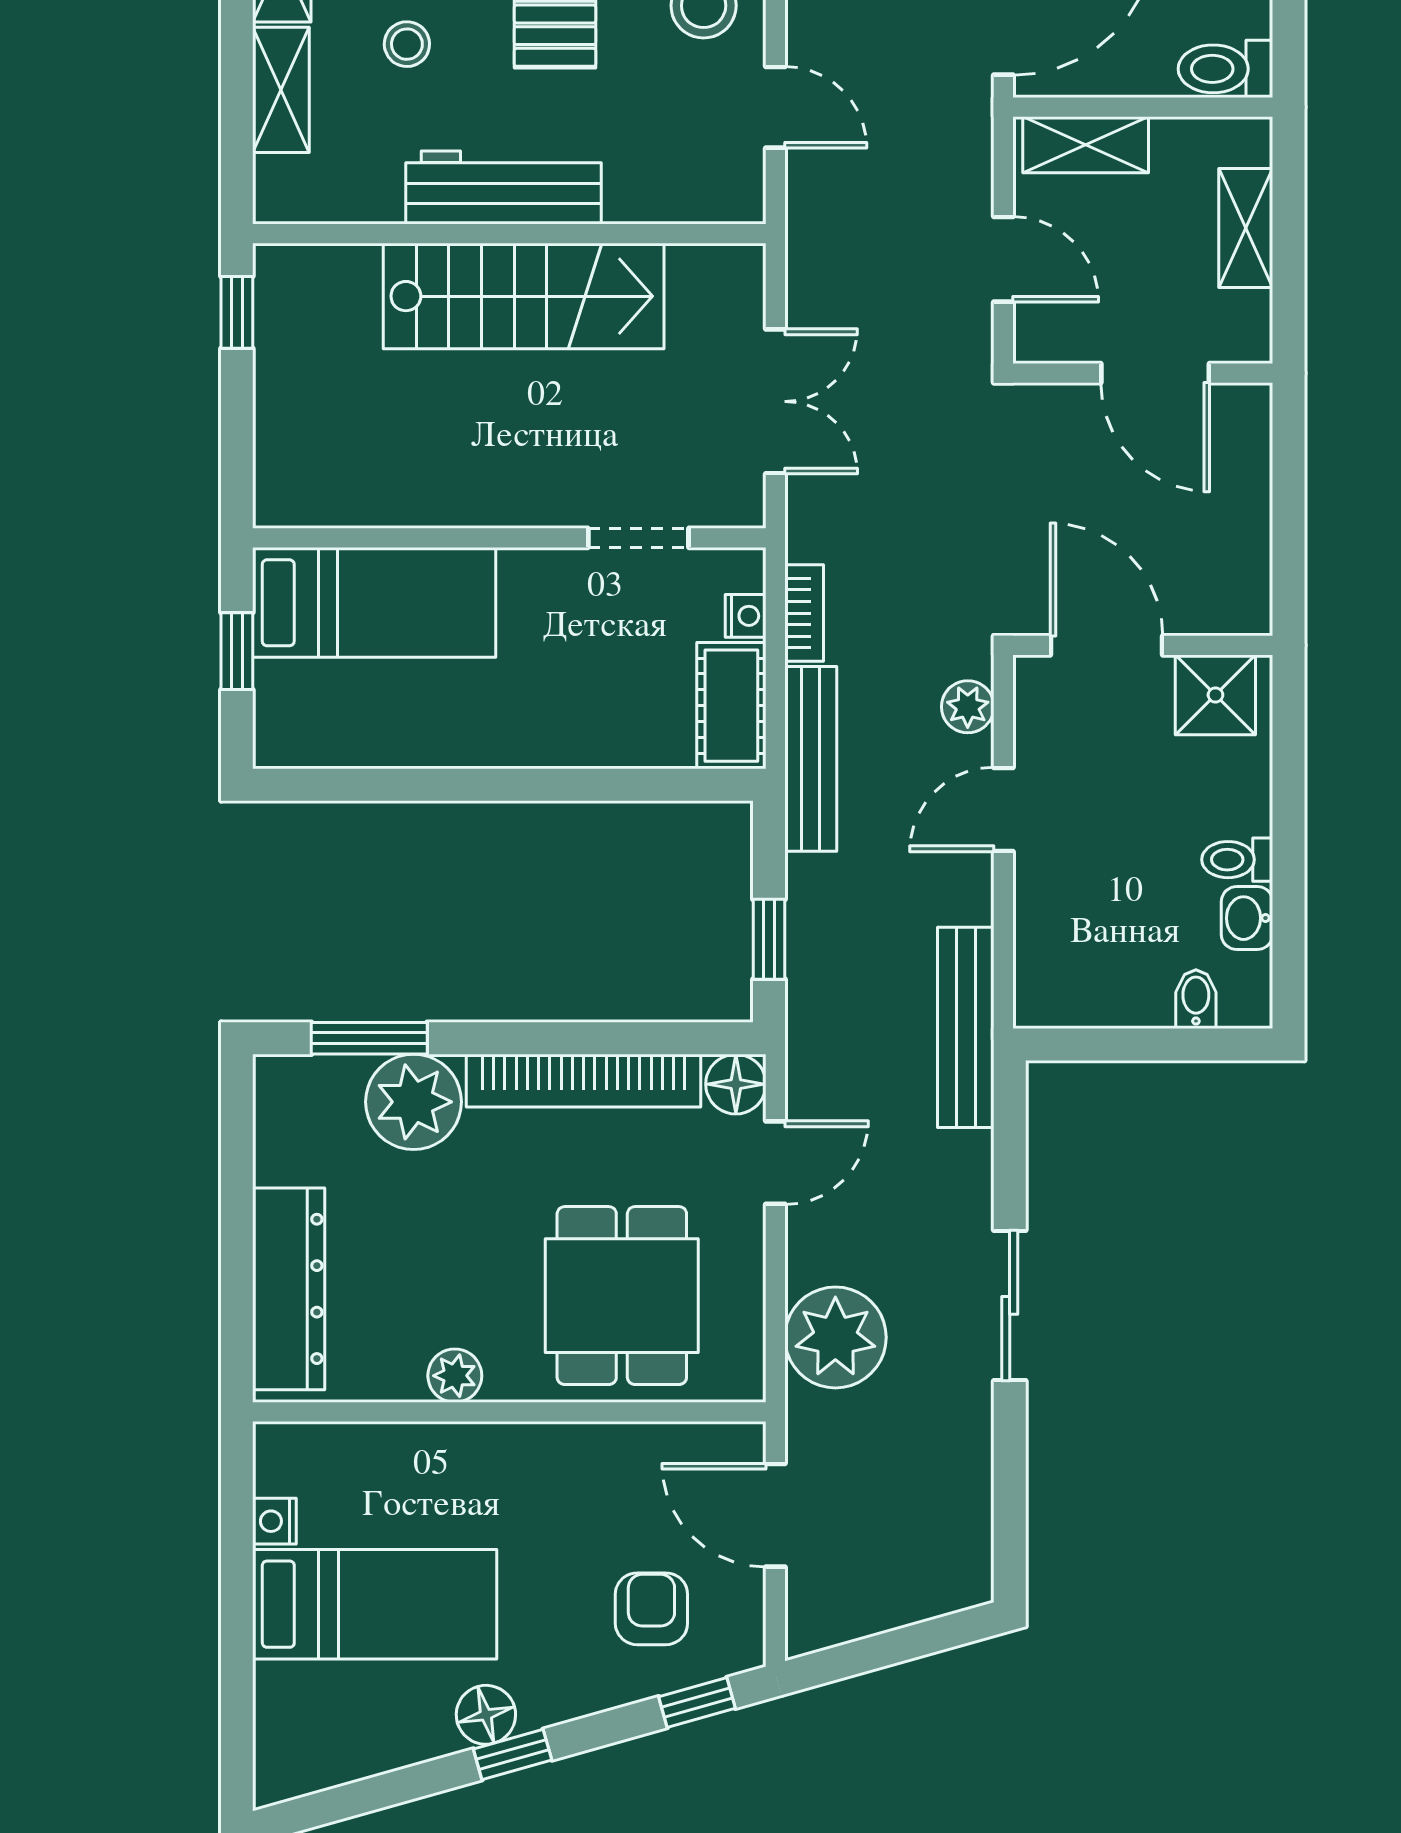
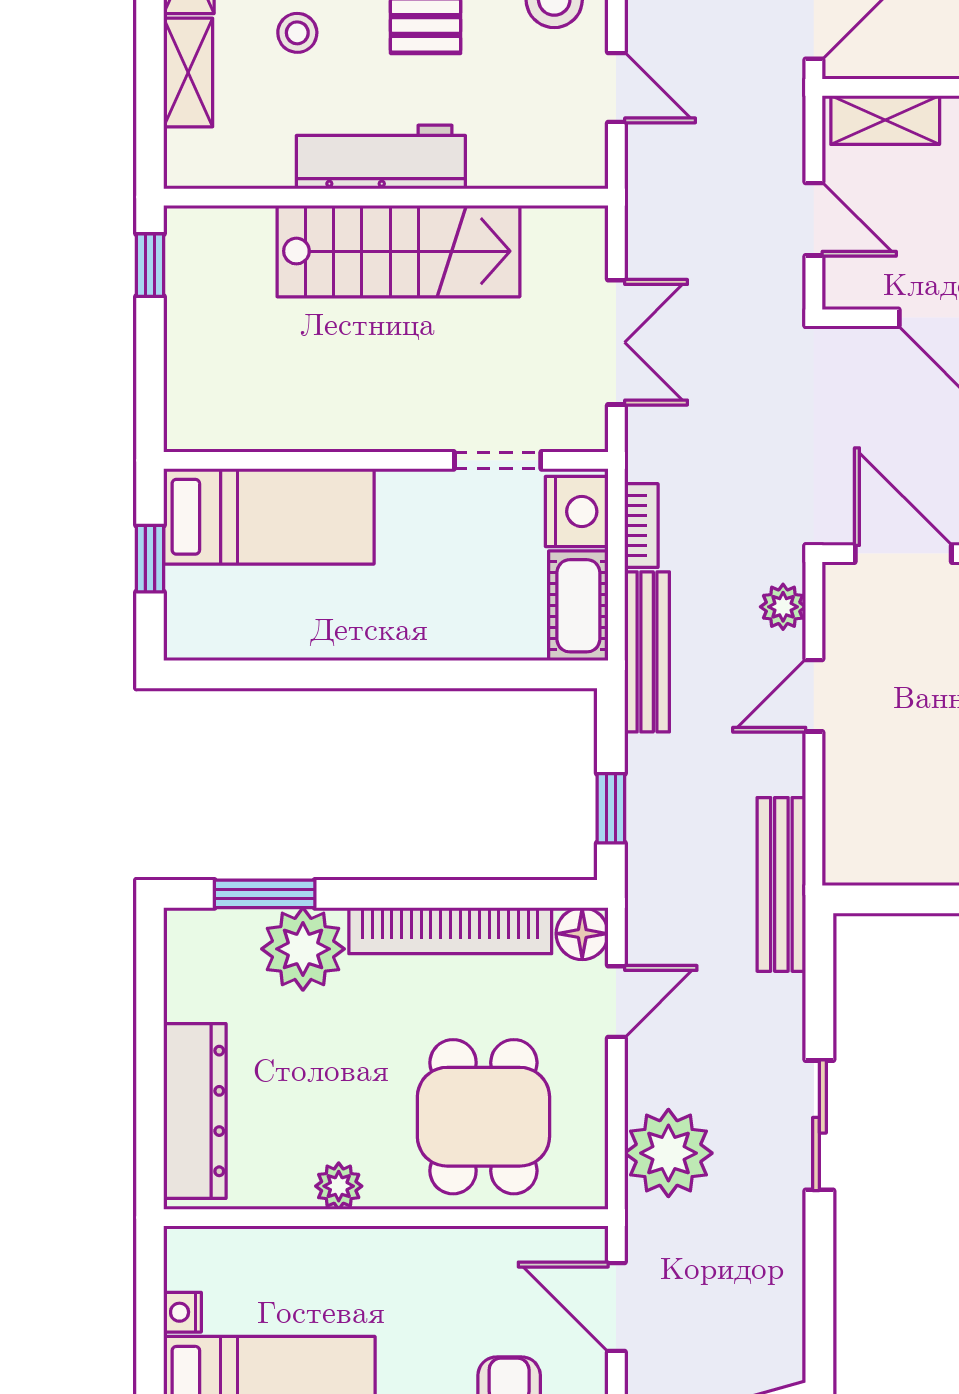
nightstand: (746, 616) -> (577, 512), width x1.89, depth x1.79

